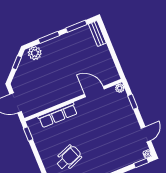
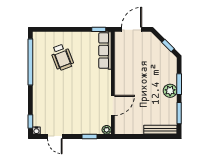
bench: (97, 33) -> (160, 130), width x1.36
plant: (35, 53) -> (170, 91), moved
row of seats: (58, 115) -> (105, 51), moved

